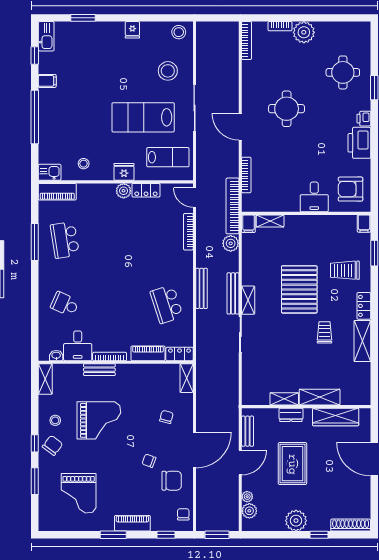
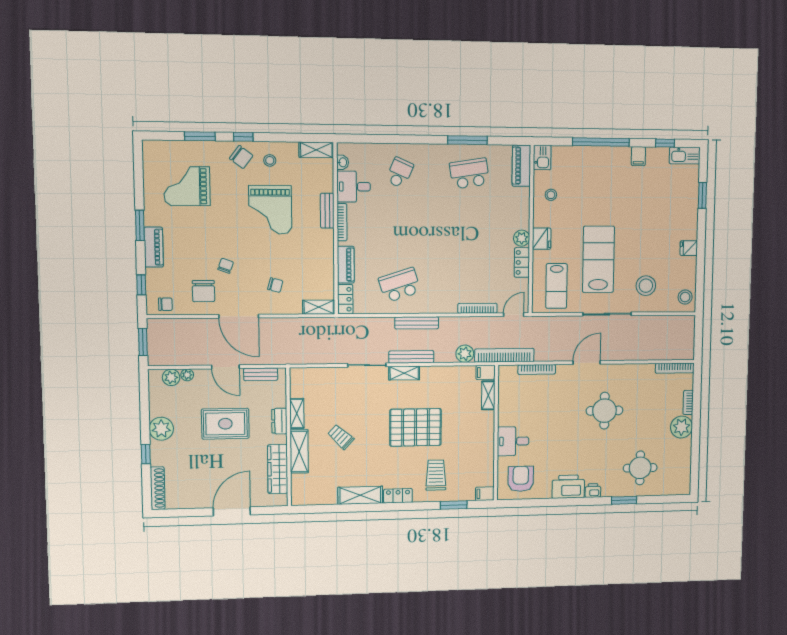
trolley: (324, 332) -> (341, 437), moved, turned -137

